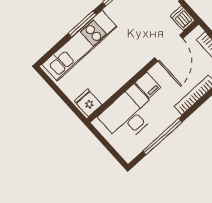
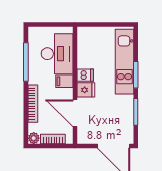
dishwasher: (183, 18) -> (85, 75), moved
fridge: (88, 103) -> (86, 90), moved

